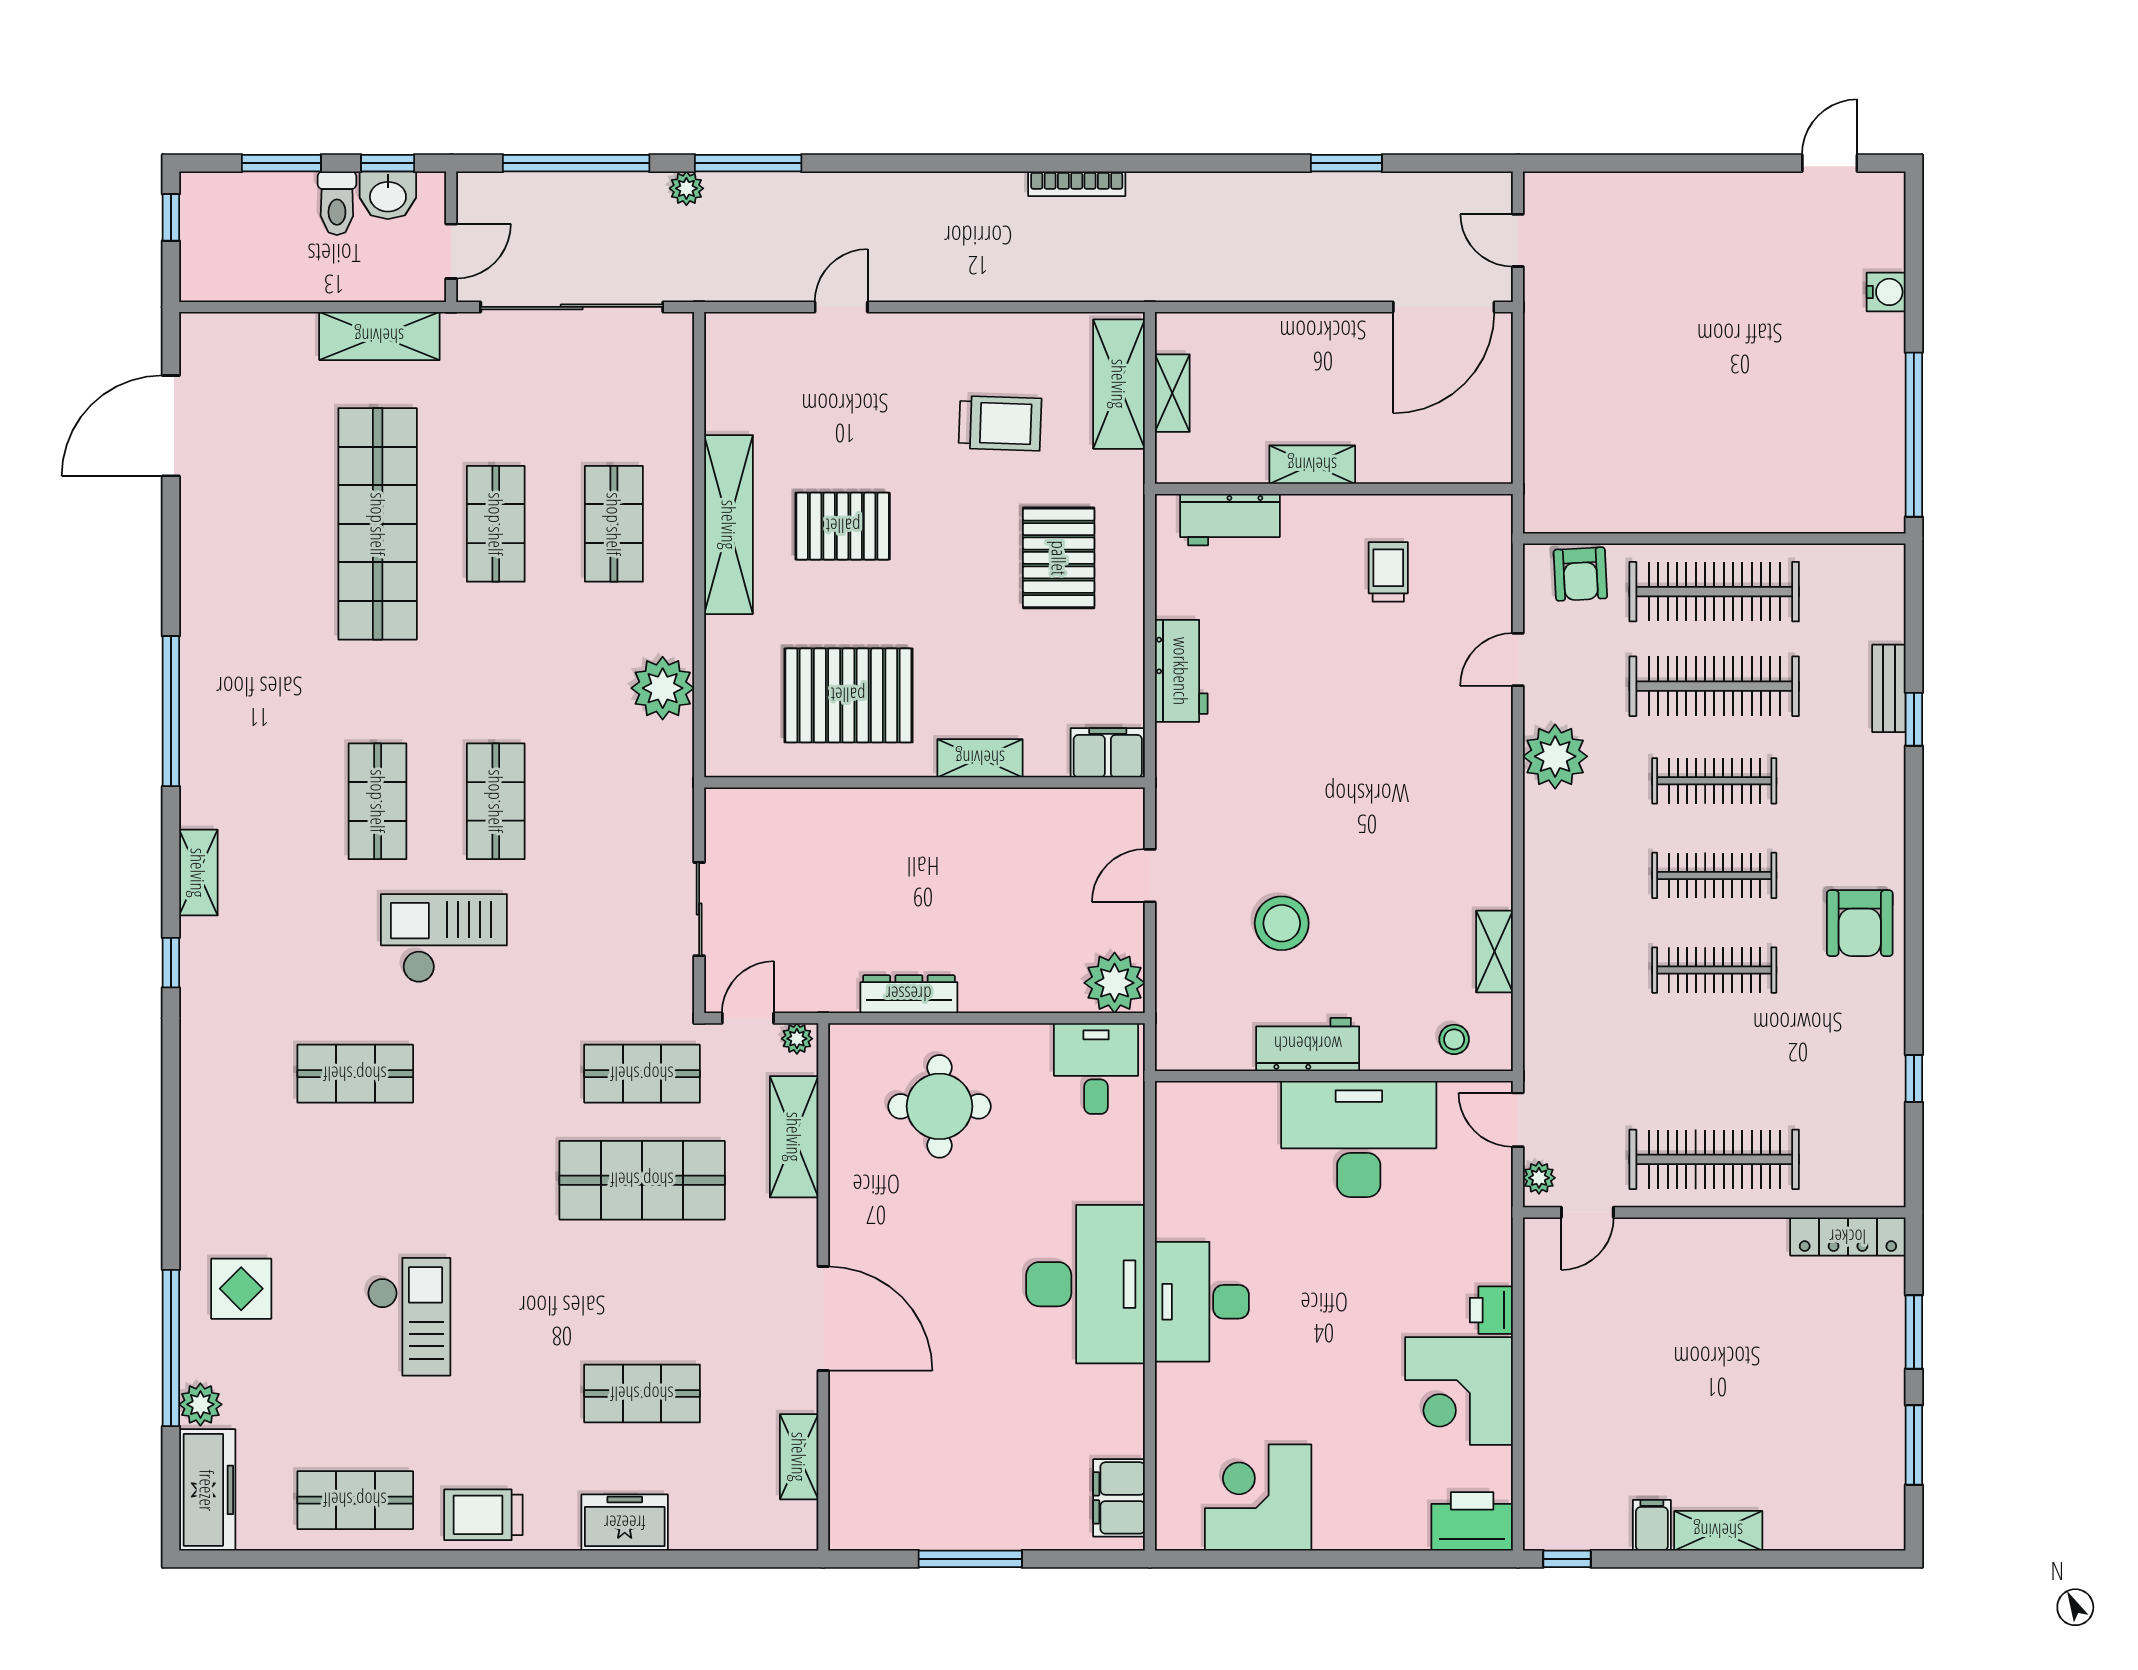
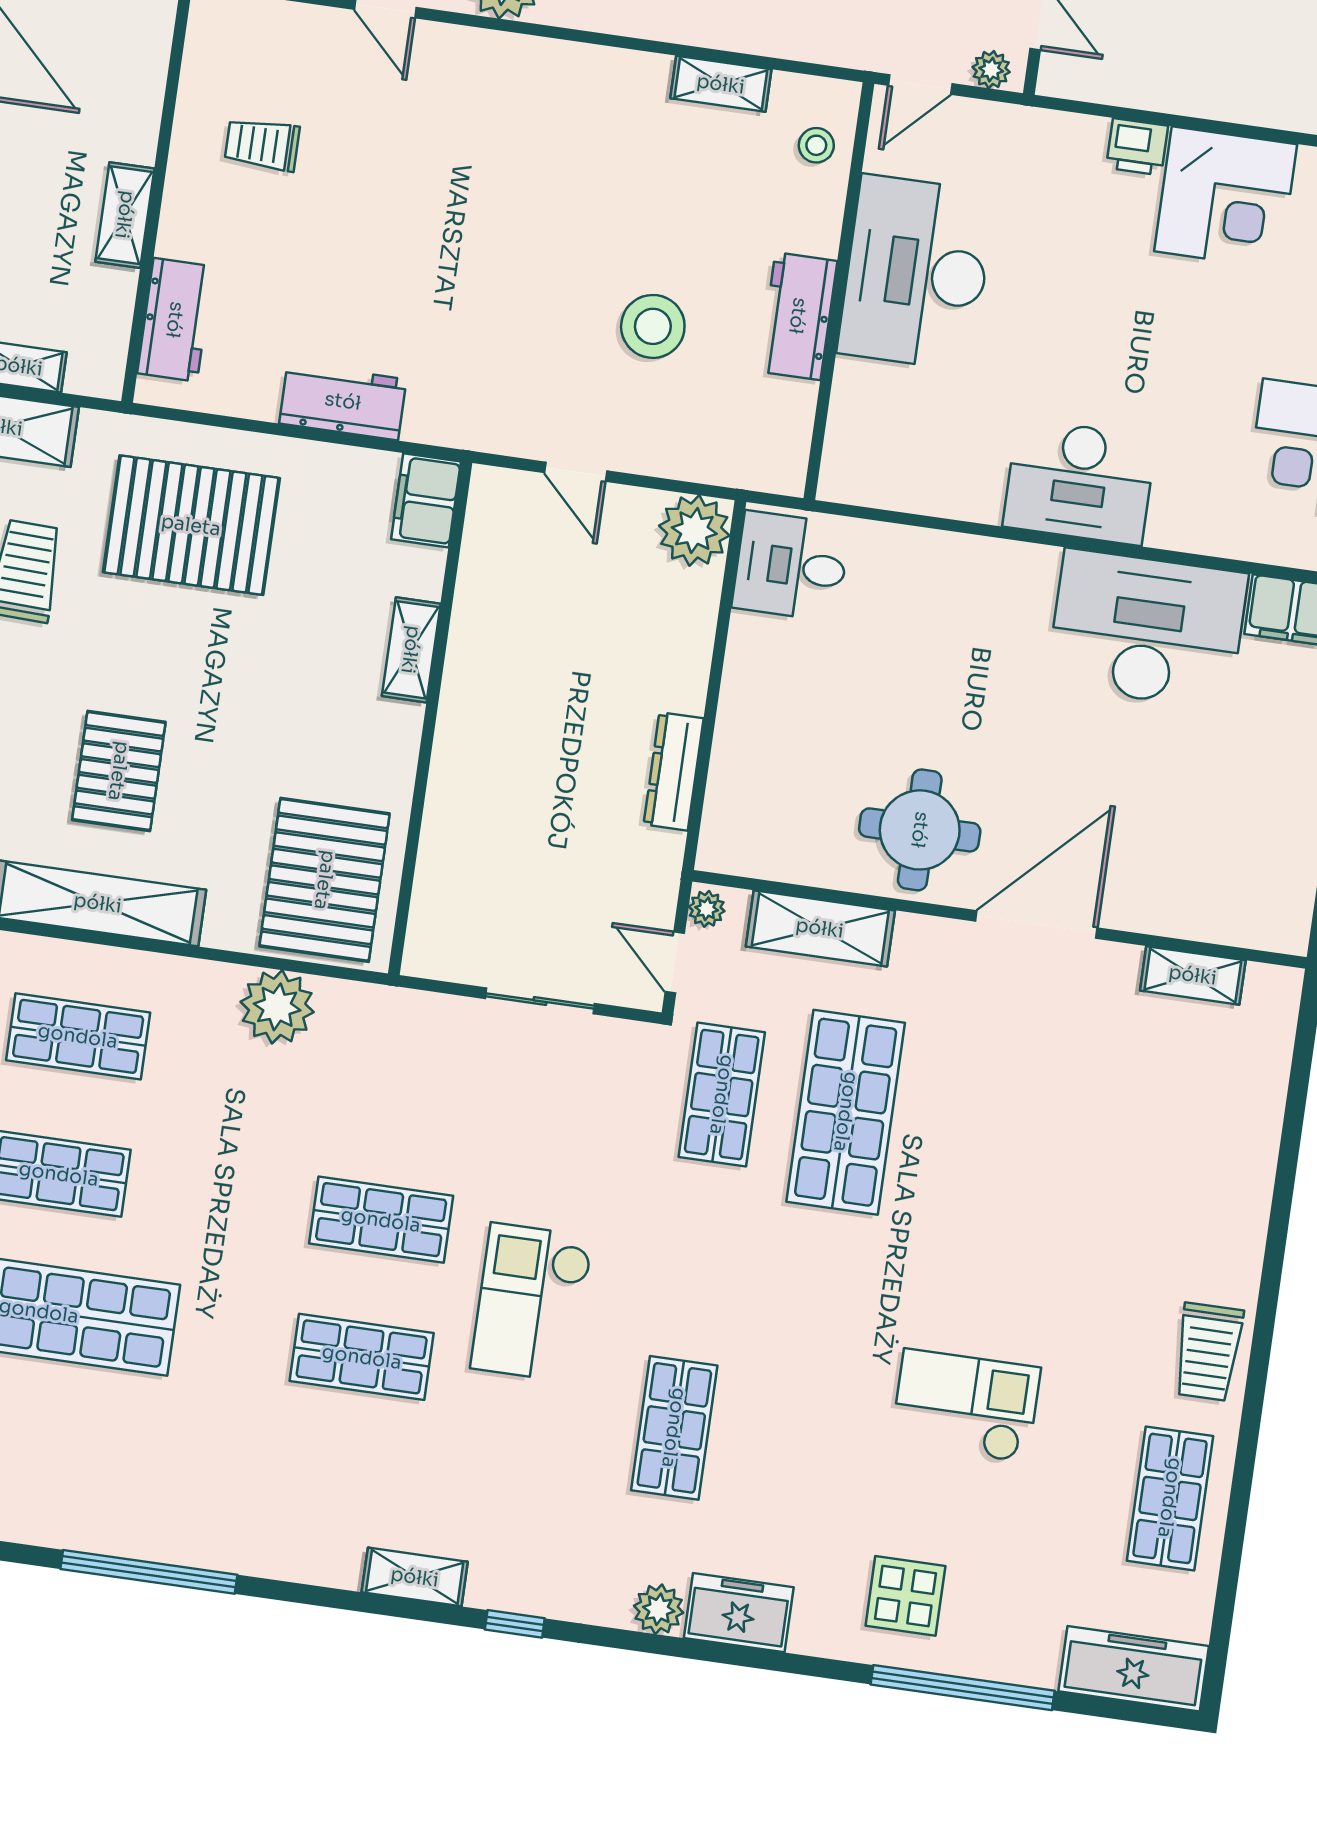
pallet: (1059, 558) -> (191, 525), width x1.37, depth x1.41
pallet: (848, 695) -> (325, 880), moved
window: (171, 711) -> (149, 1572), moved
round table: (939, 1106) -> (920, 830), moved
desk: (1086, 1284) -> (1147, 629), moved
shop shelf: (642, 1394) -> (1094, 1147), removed
plant: (200, 1404) -> (659, 1609), moved
freezer: (625, 1523) -> (739, 1613), moved, turned 90

